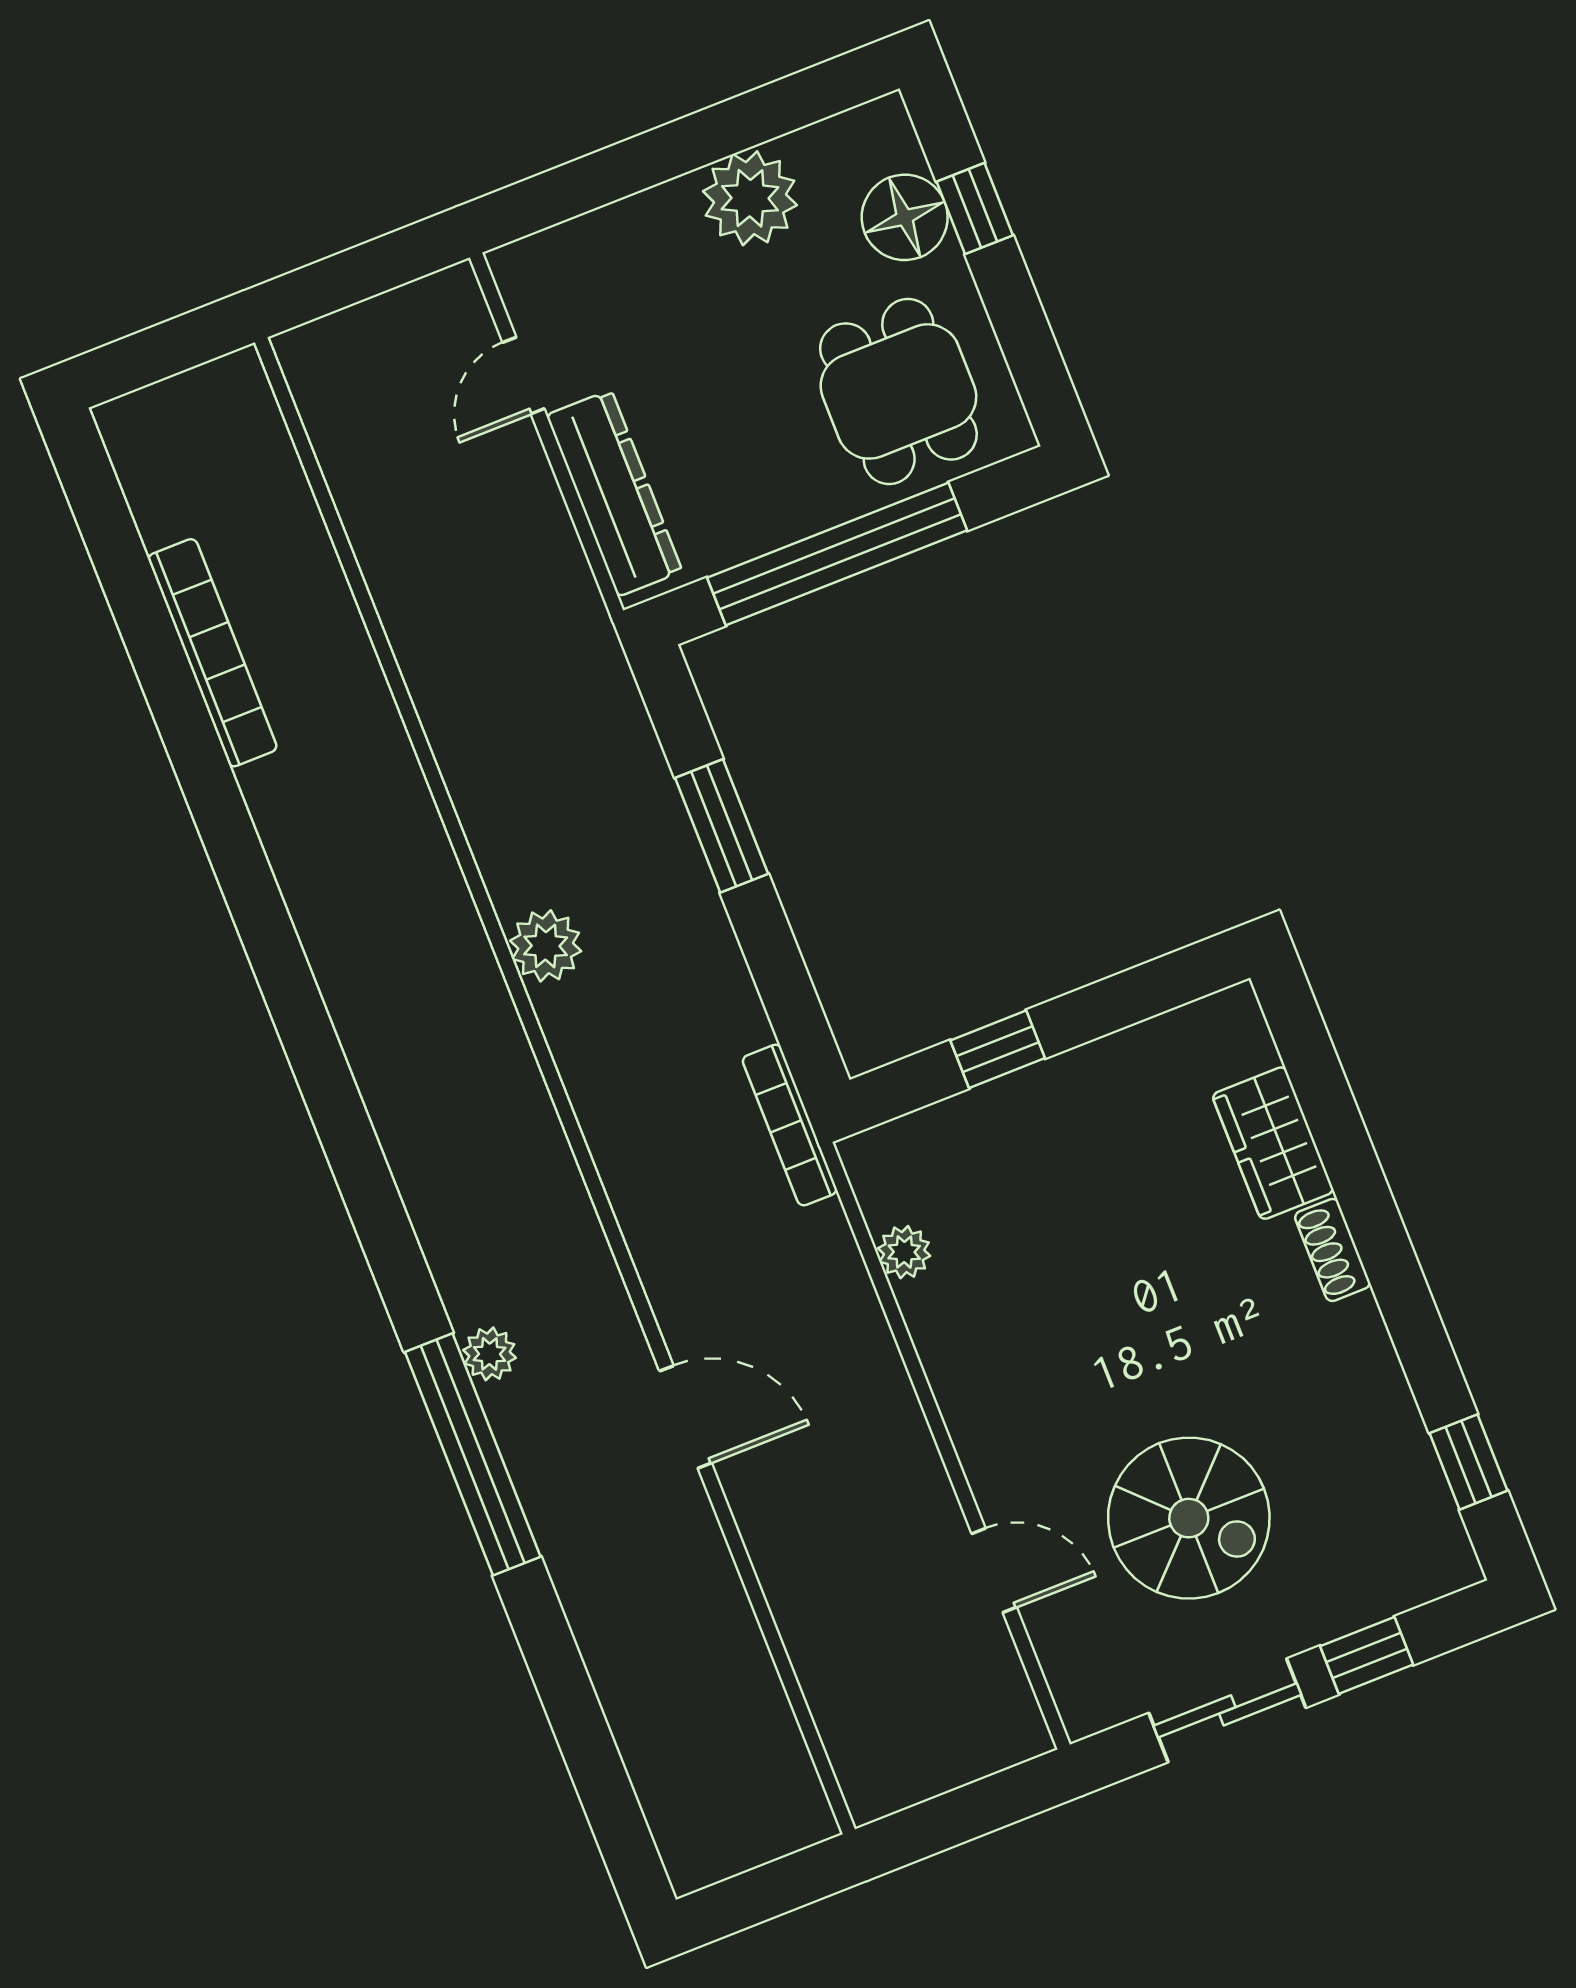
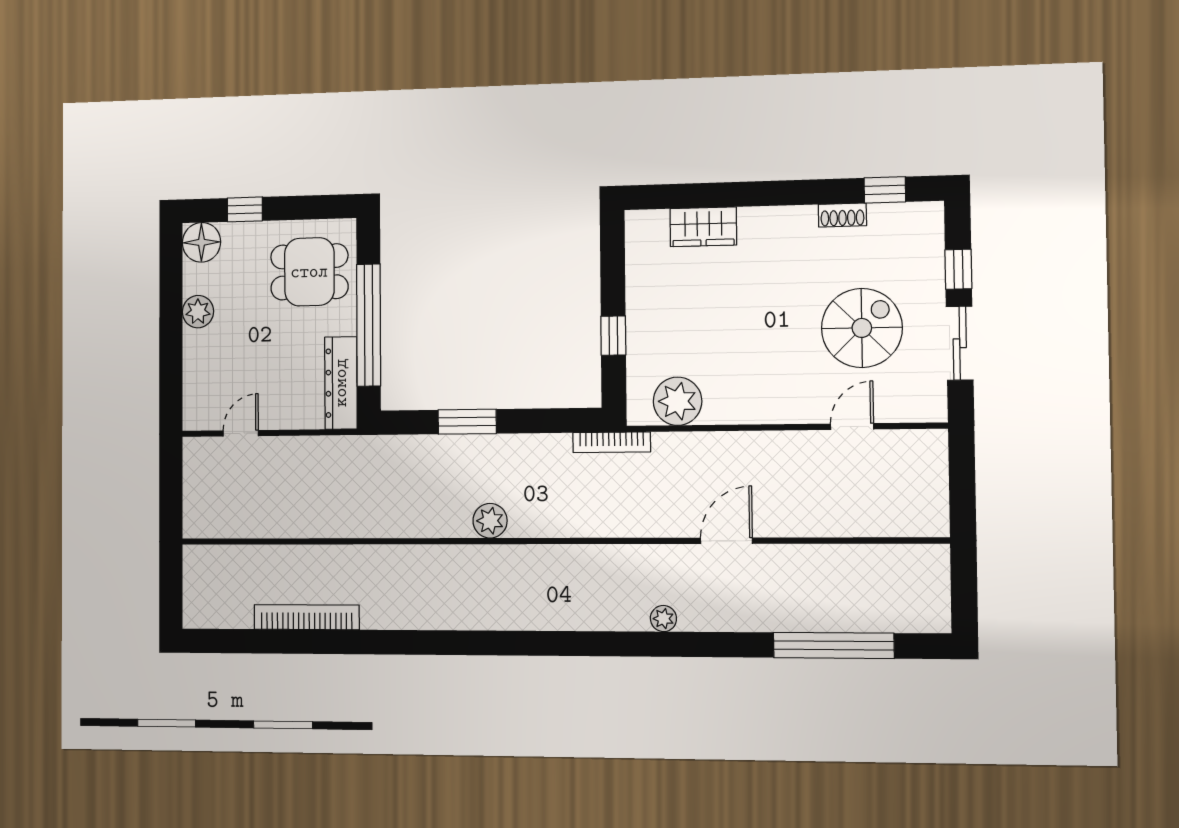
plant: (750, 198) -> (198, 312), width x0.73, depth x0.73
floor lamp: (905, 217) -> (201, 242), moved
door: (523, 376) -> (241, 433), swing flipped
dresser: (614, 493) -> (341, 383), moved, turned -90
shoe rack: (1332, 1250) -> (842, 215), moved
plant: (904, 1252) -> (678, 401), width x1.87, depth x1.87
window: (473, 1454) -> (834, 645), moved

